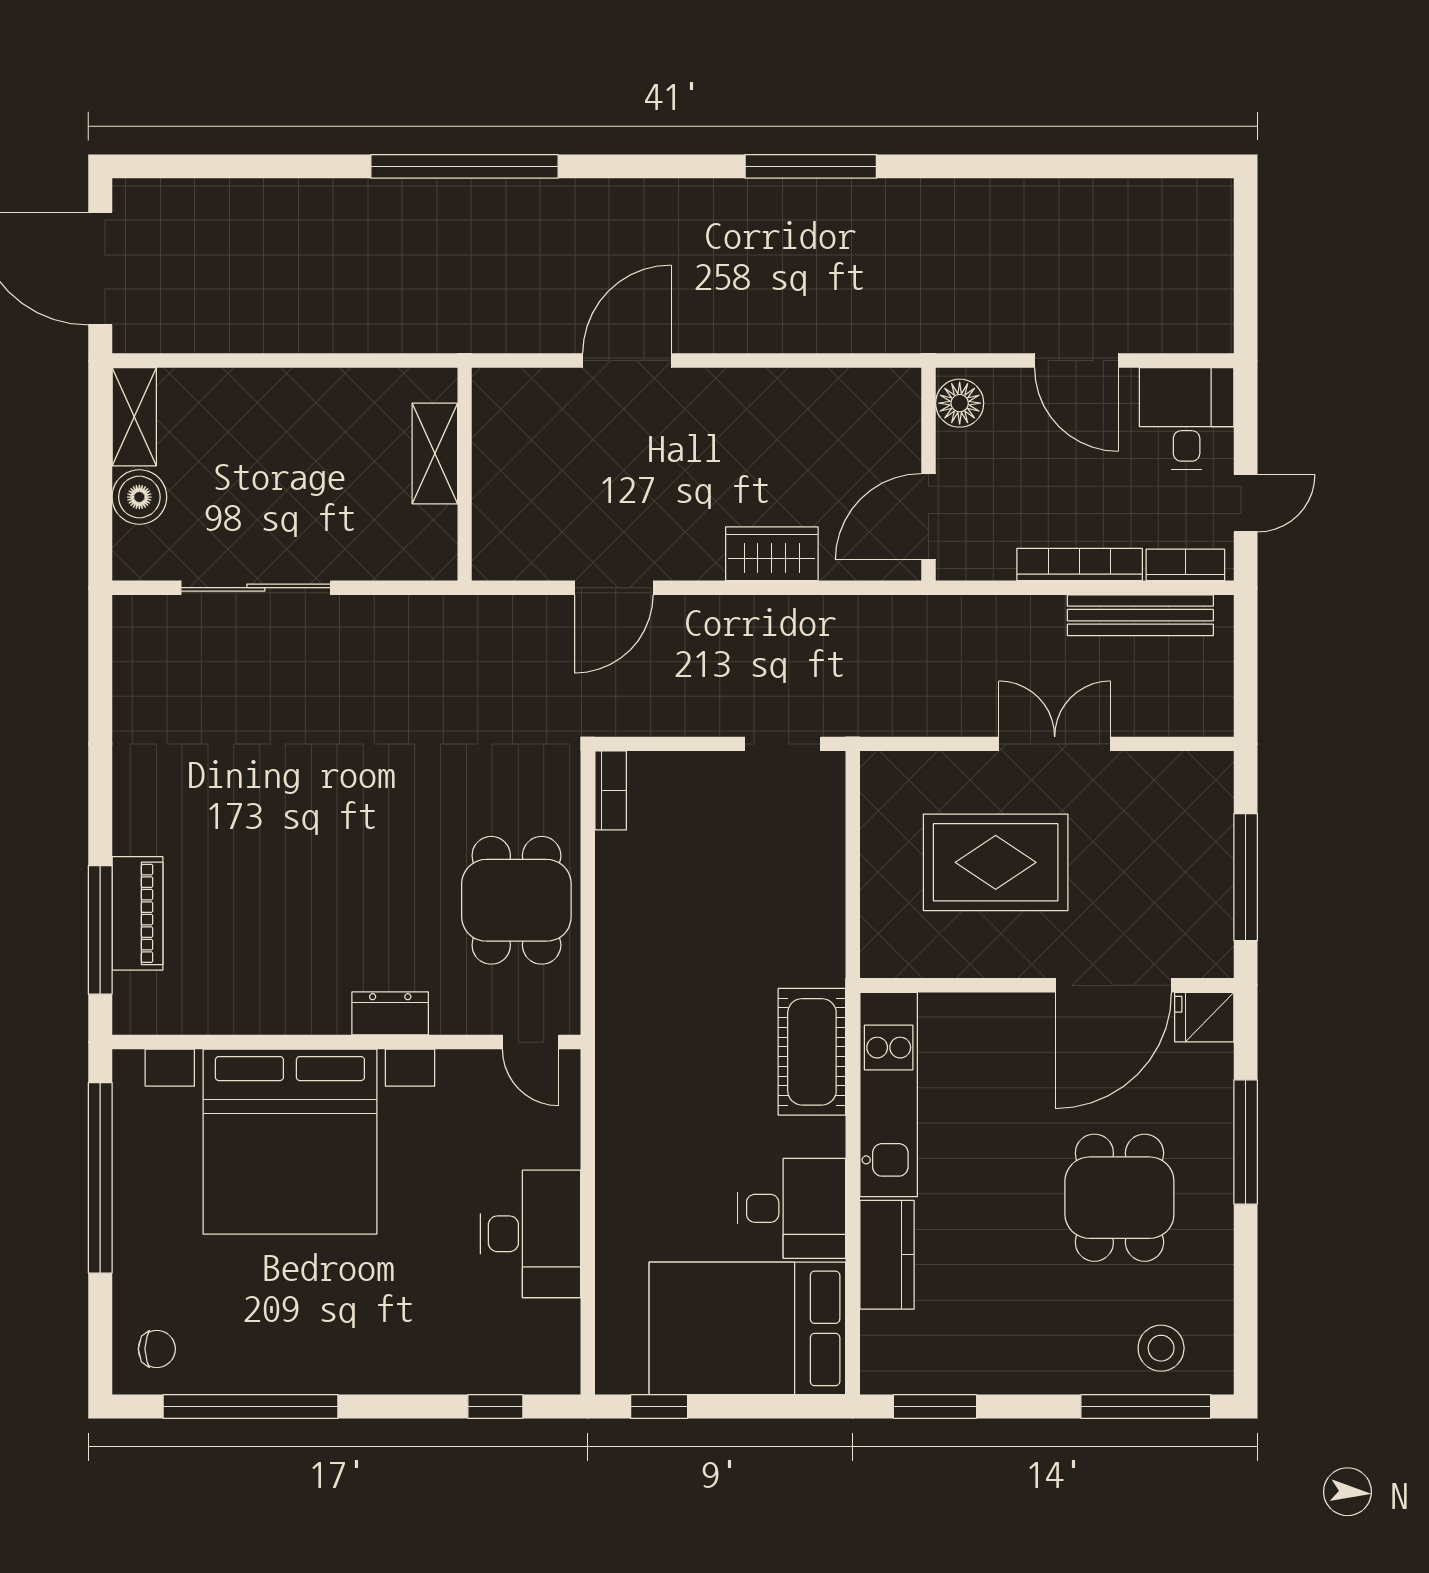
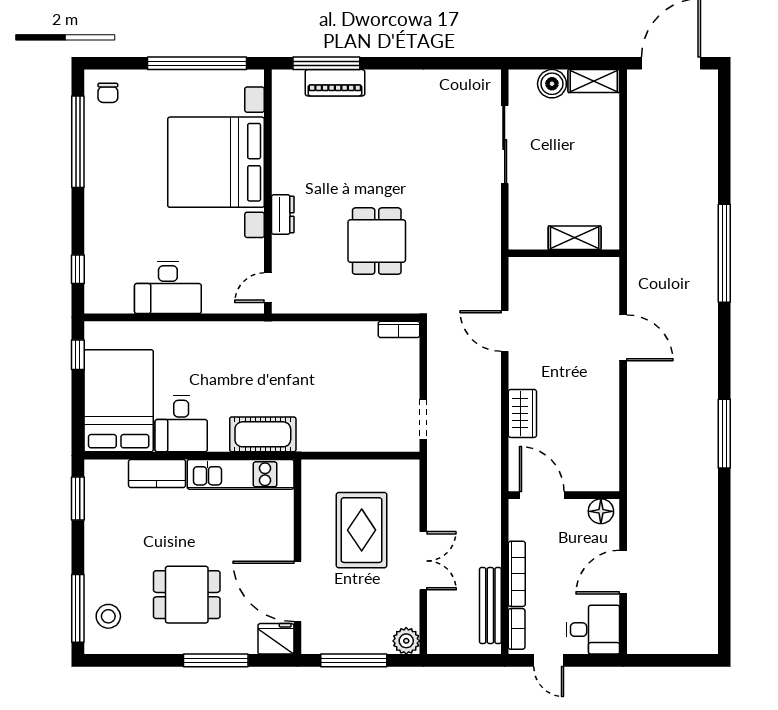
plant: (1208, 777) -> (406, 641), added
dining table: (516, 900) -> (377, 241), moved, turned 90
fridge: (1204, 1017) -> (276, 639), width x1.38

